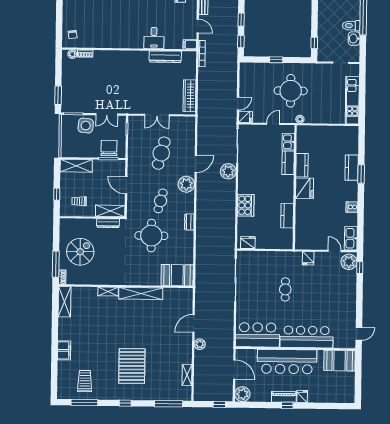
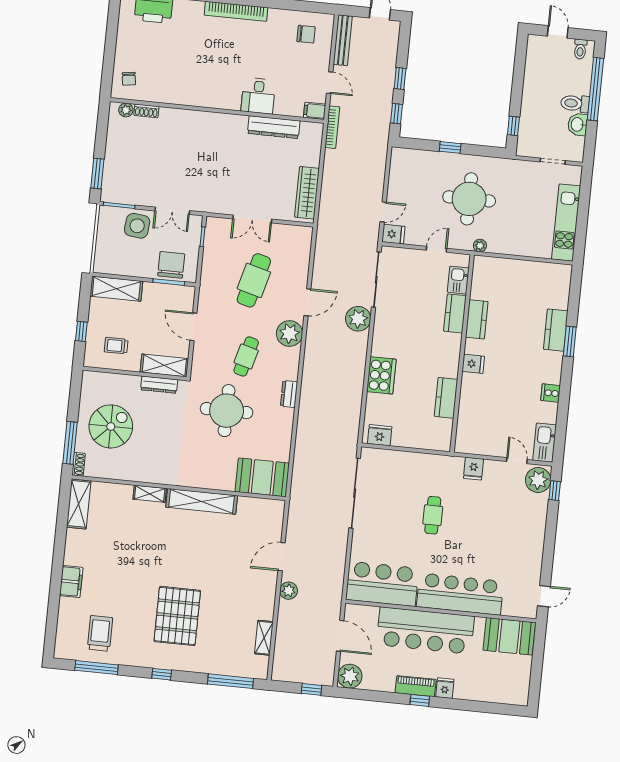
fridge: (304, 188) -> (473, 364), width x0.53, depth x0.75

